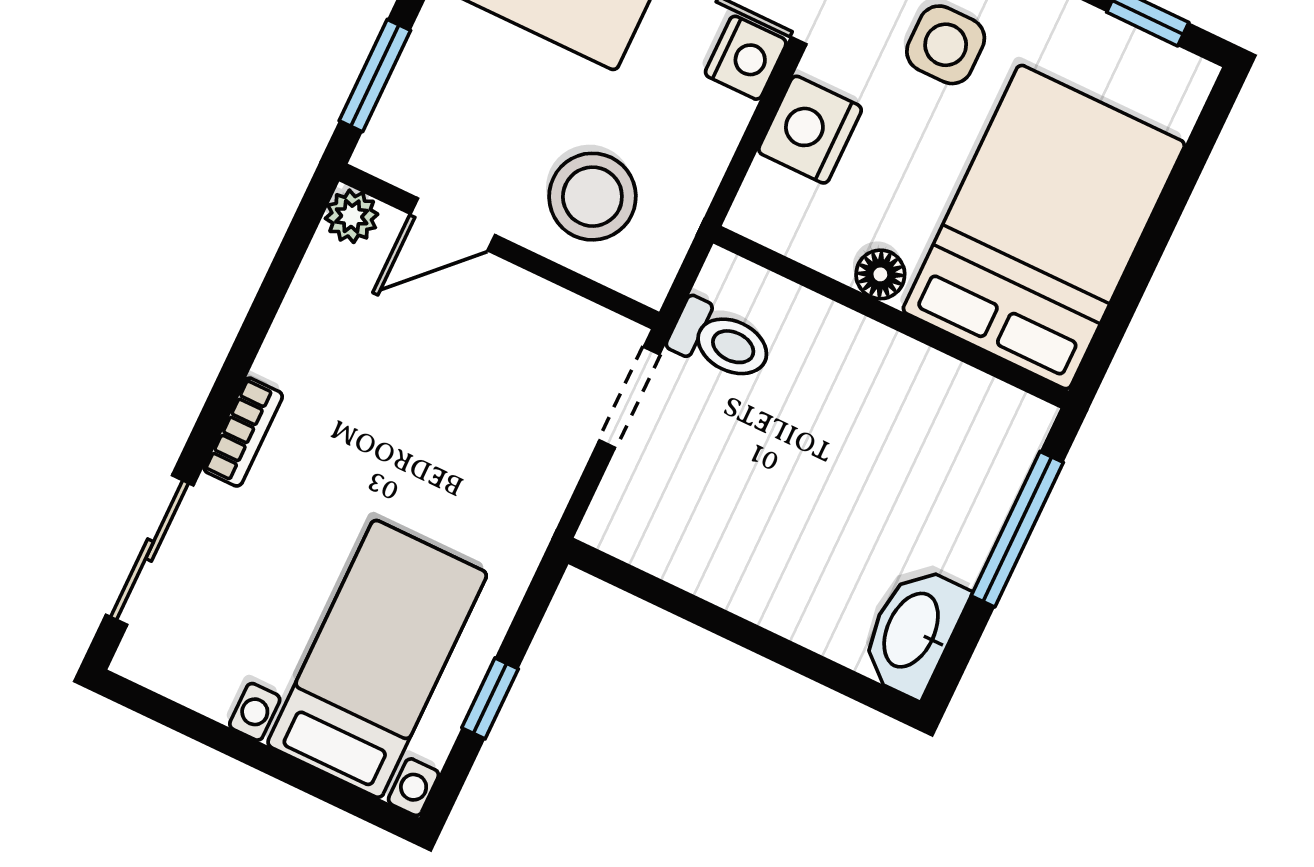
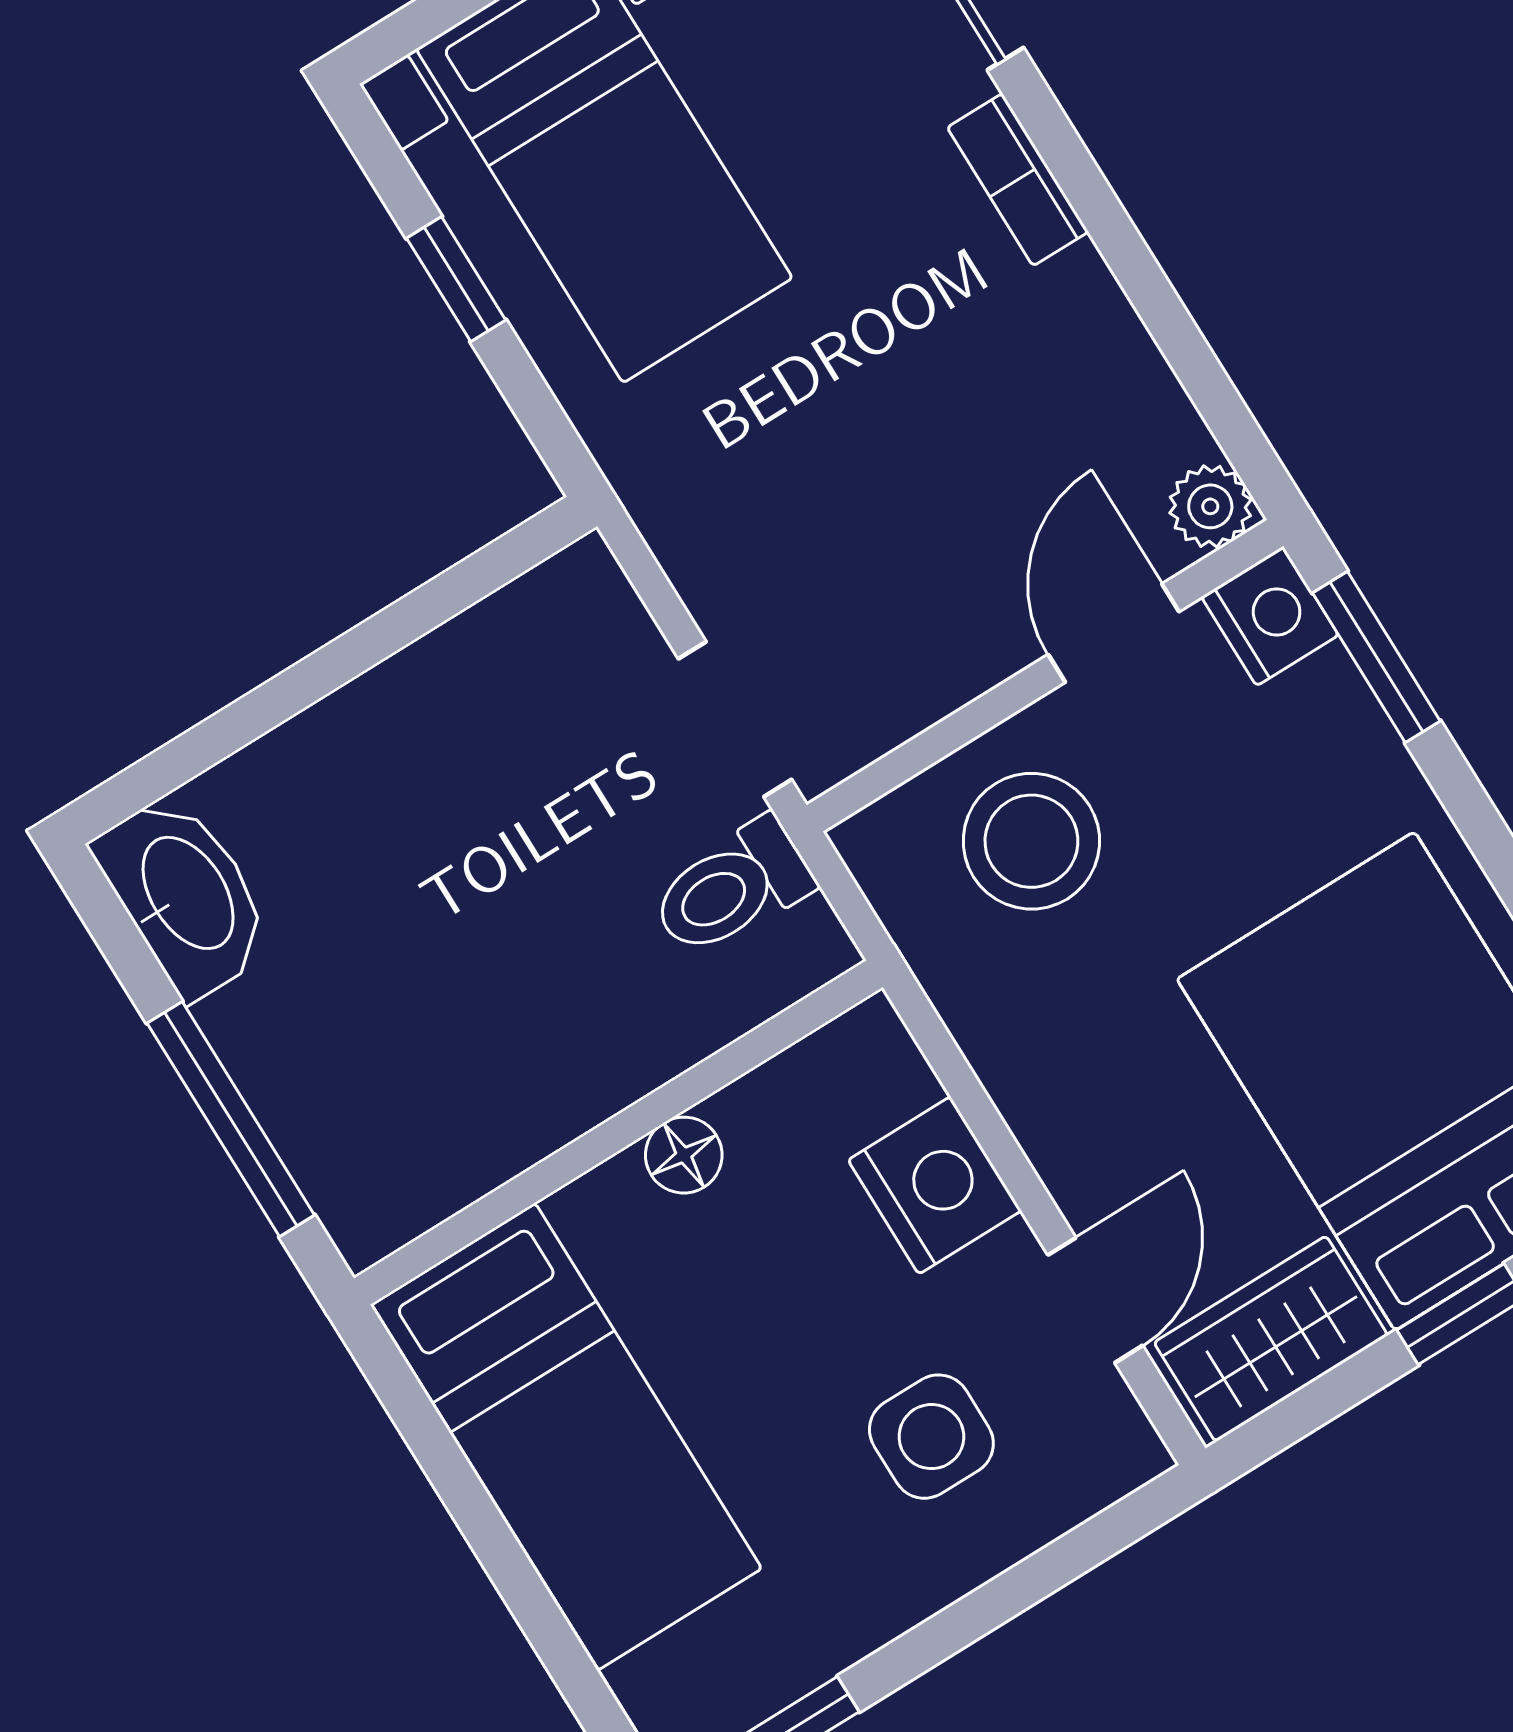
nightstand: (746, 58) -> (1270, 616), moved, turned 180
bed: (1044, 227) -> (566, 1437), width x0.67

